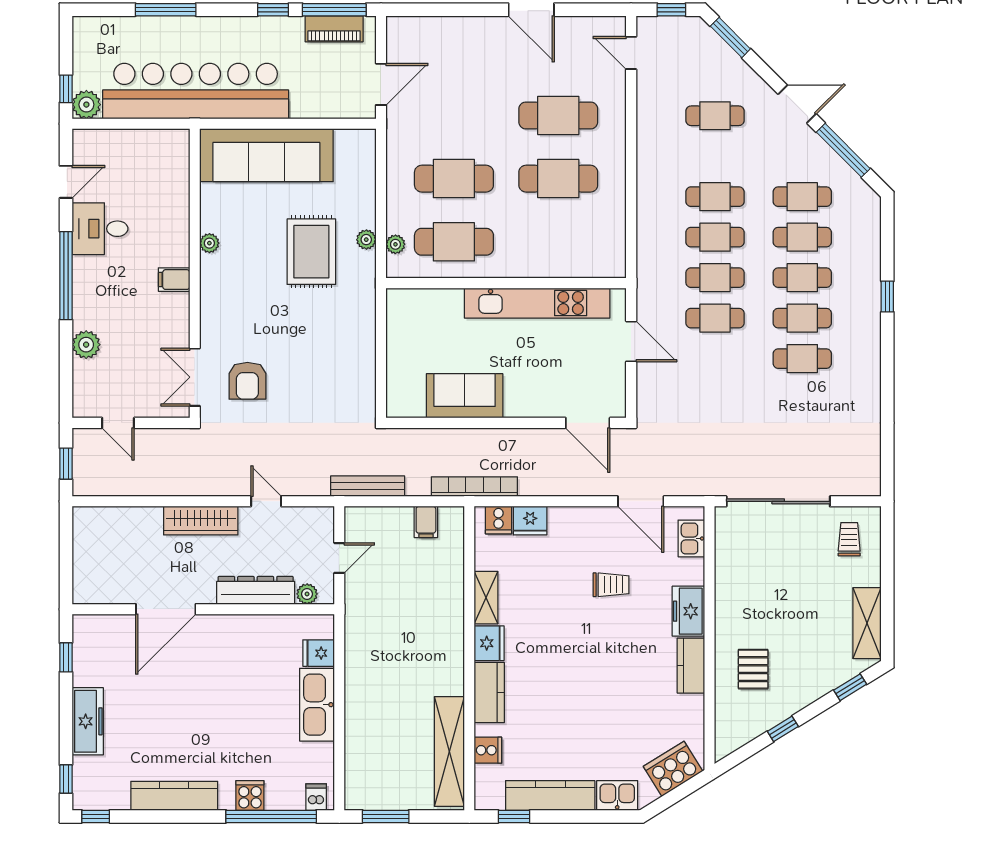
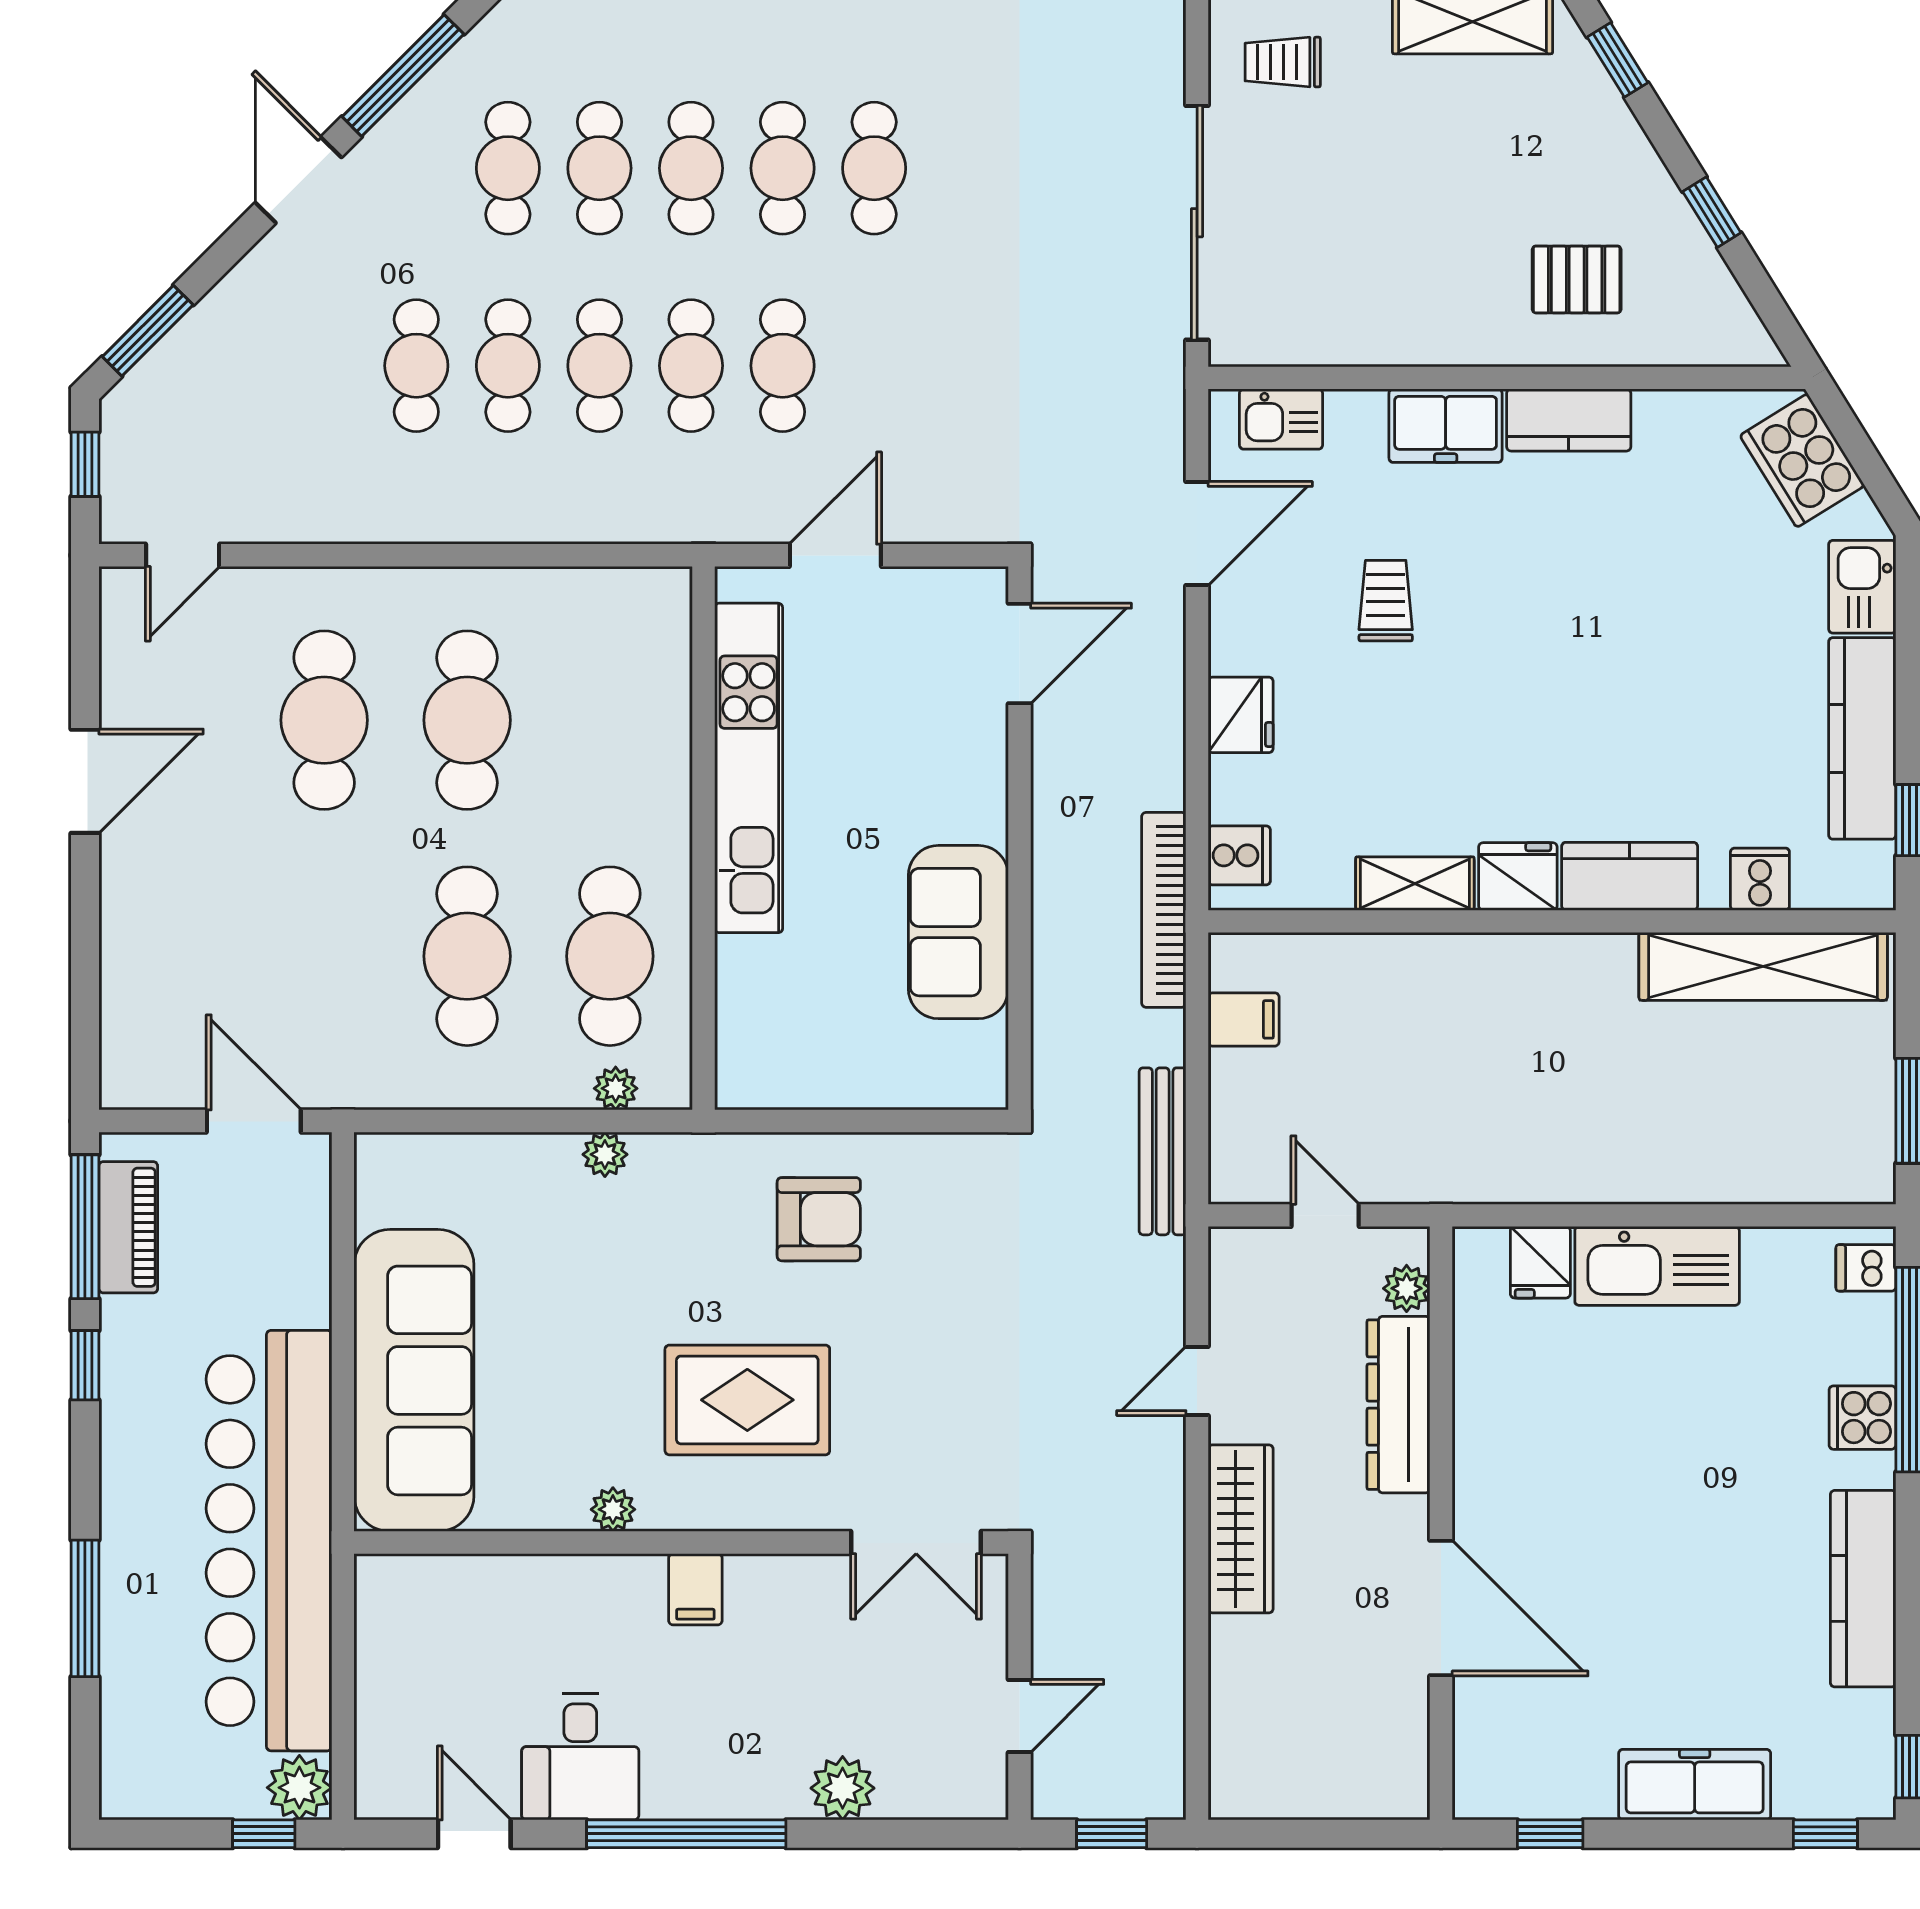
cafe table: (715, 116) -> (416, 366), moved
rug: (311, 252) -> (747, 1400), moved
armchair: (247, 381) -> (819, 1219), moved
fridge: (530, 521) -> (1241, 715), moved

